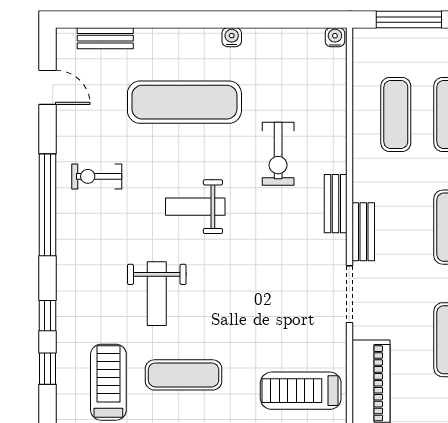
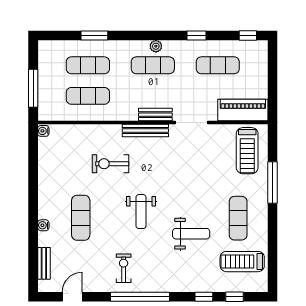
water cooler: (232, 37) -> (43, 225), moved
exercise mat: (184, 102) -> (81, 218), width x0.73, depth x0.69
exercise bike: (278, 154) -> (111, 164), turned 180
exercise bike: (97, 176) -> (124, 268), turned 180
bench: (336, 204) -> (145, 131), width x1.36

